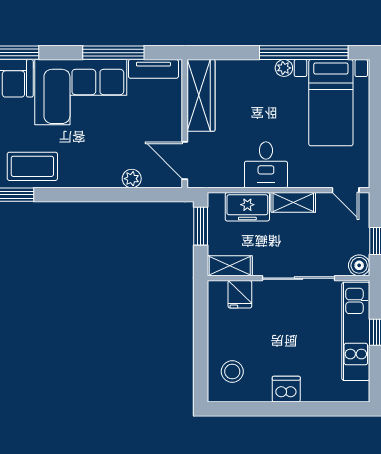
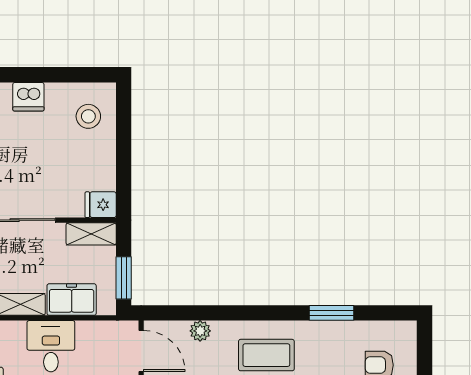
coffee table: (32, 166) -> (266, 355), moved
fridge: (240, 294) -> (101, 205), moved, turned -90

